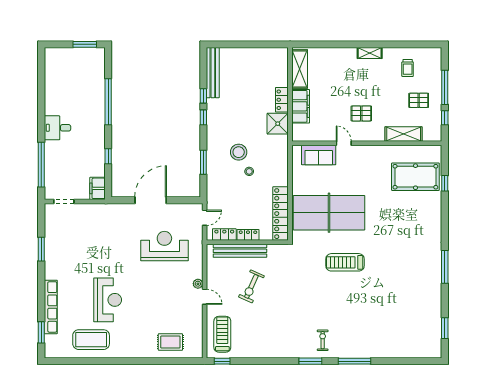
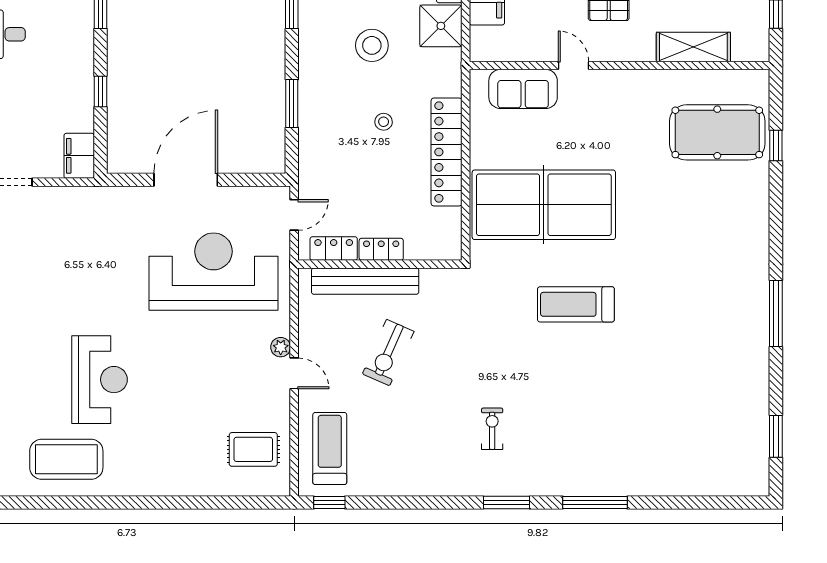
stool: (239, 152) -> (372, 45), moved
locker: (281, 214) -> (447, 152), moved
reception desk: (164, 246) -> (213, 272), width x1.36, depth x1.30
exercise bike: (323, 340) -> (492, 429), moved
rug: (170, 342) -> (253, 449), moved

